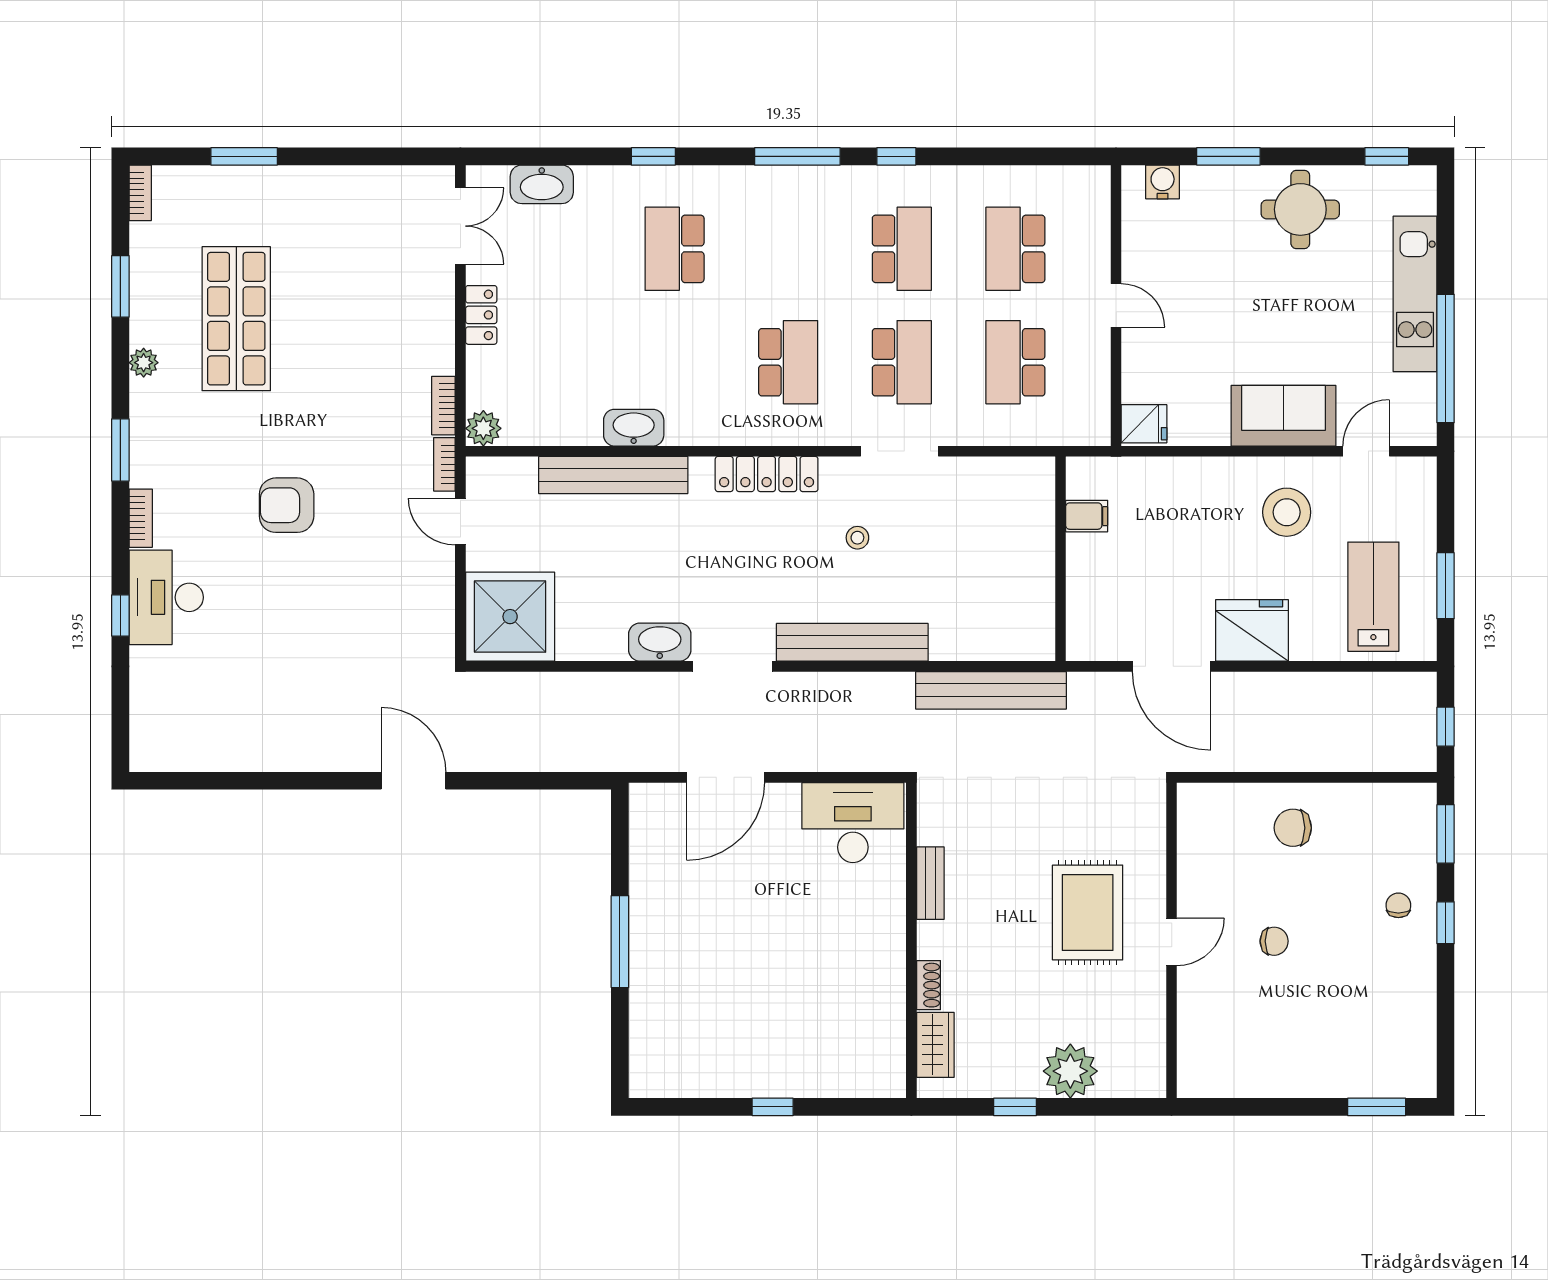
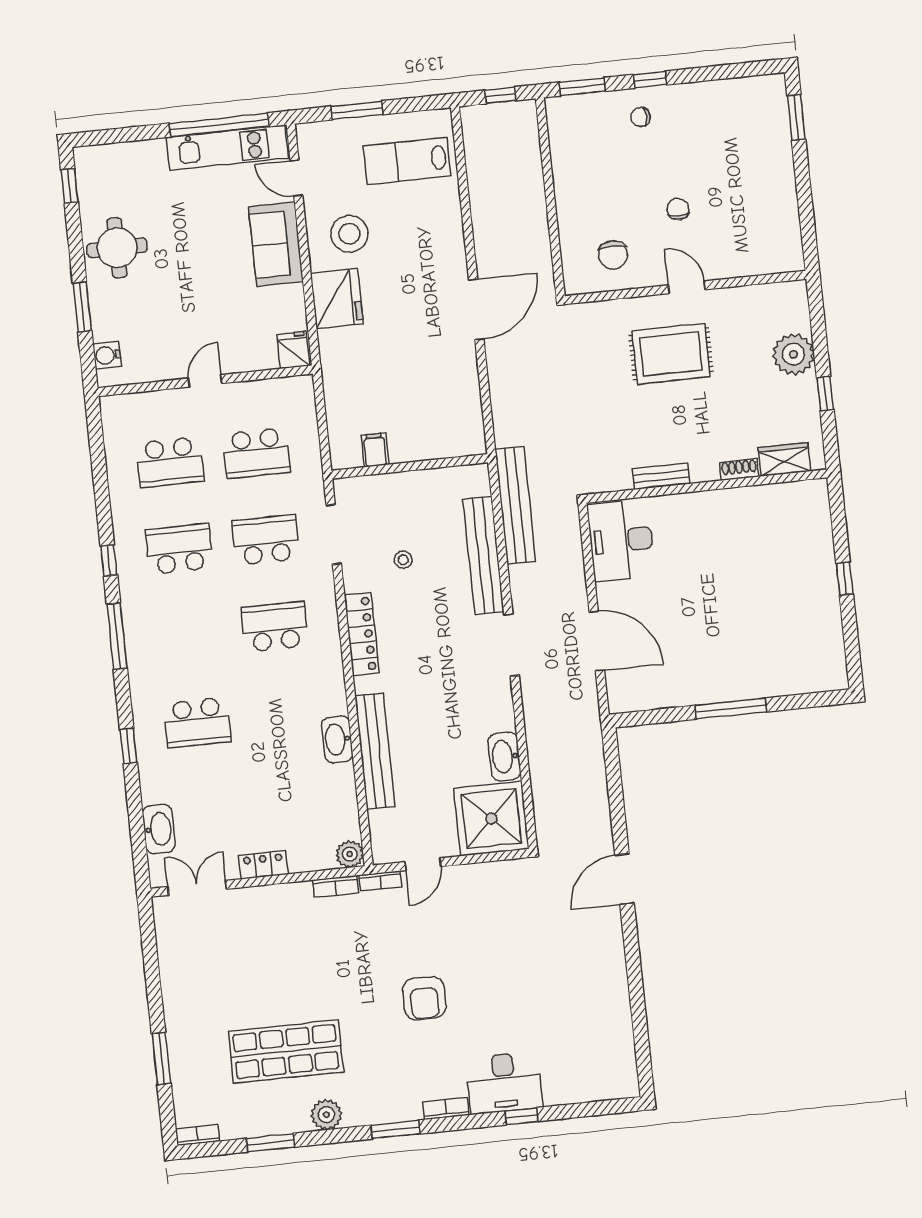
kitchen unit: (1415, 294) -> (227, 148), moved
plant: (144, 363) -> (326, 1115), width x1.38, depth x1.38
filing cabinet: (1087, 516) -> (375, 450), moved
wall: (1060, 559) -> (410, 466), moved
window: (1446, 586) -> (357, 110), moved
fridge: (1252, 630) -> (337, 298), moved, turned 180
washbasin: (660, 642) -> (505, 757), moved
bench: (991, 690) -> (515, 505), moved
chair: (1293, 828) -> (613, 255), moved

